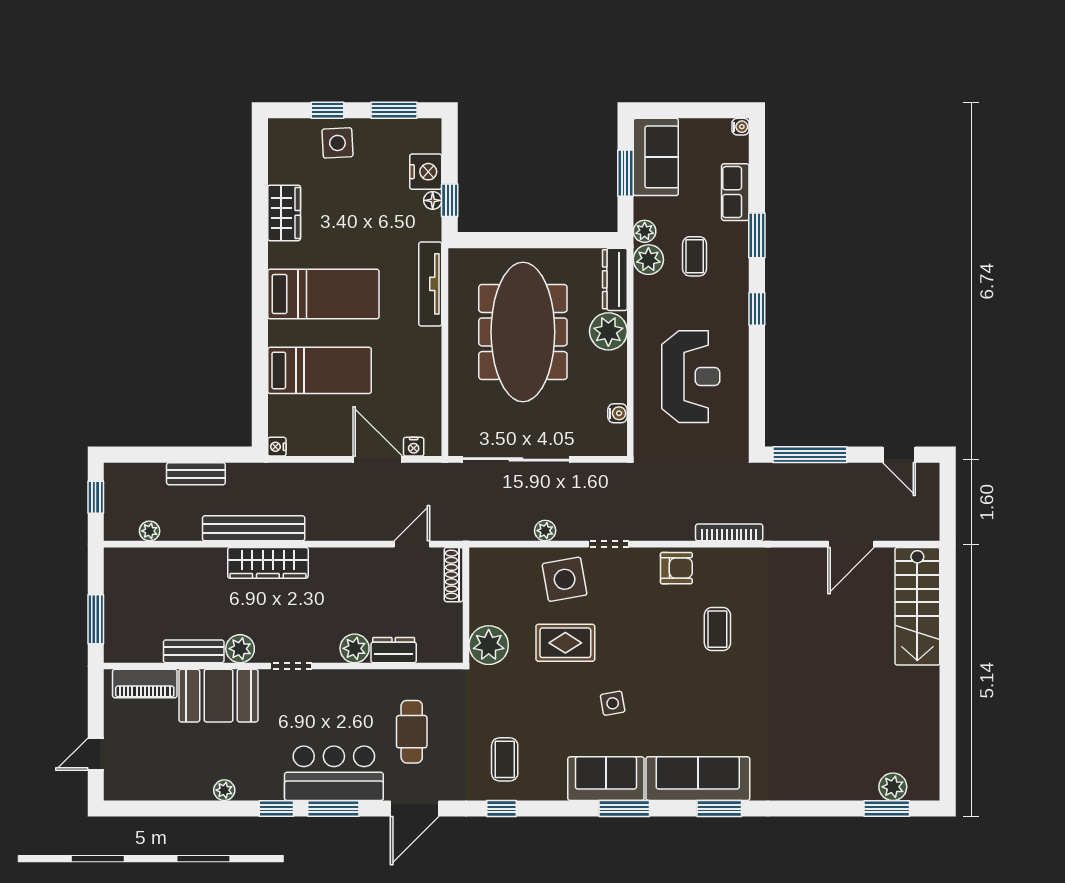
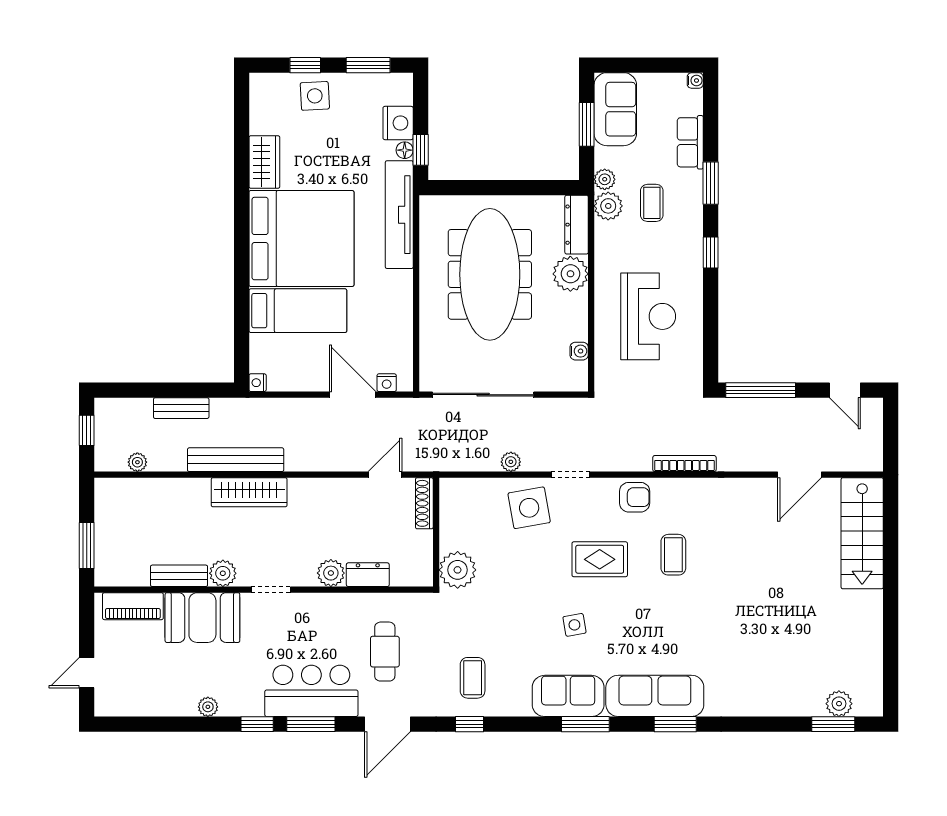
tv unit: (430, 284) -> (399, 215), width x1.36, depth x1.29
bed: (323, 294) -> (301, 239), width x2.04
rug: (565, 643) -> (600, 559), moved

